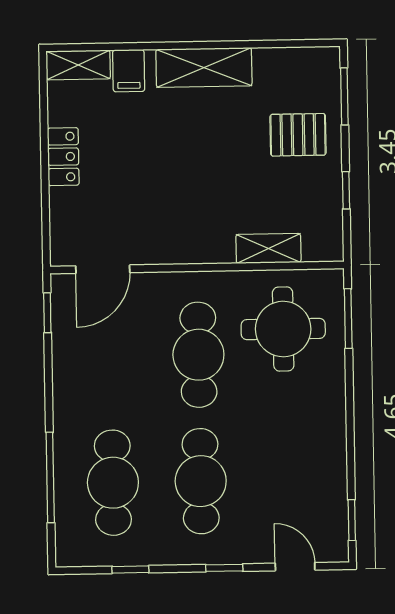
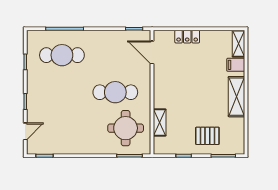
pallet: (298, 135) -> (207, 136), turned 90
locker: (63, 157) -> (187, 37), moved
cafe table: (201, 481) -> (62, 92), removed

